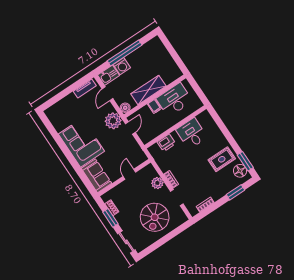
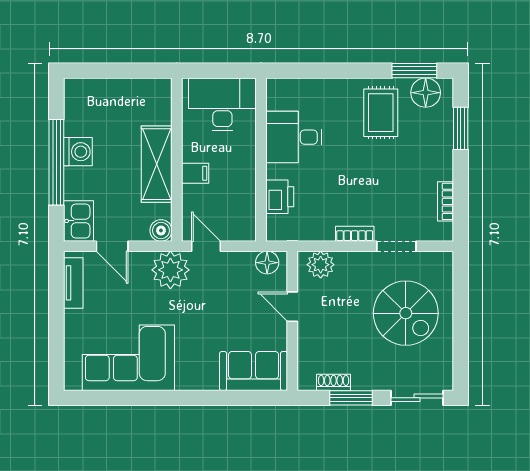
washing machine: (122, 66) -> (78, 152), moved
desk: (174, 100) -> (222, 104), moved, turned 90
corner sofa: (81, 143) -> (128, 358), moved
floor lamp: (139, 154) -> (267, 263), added
plant: (157, 183) -> (321, 265), moved

